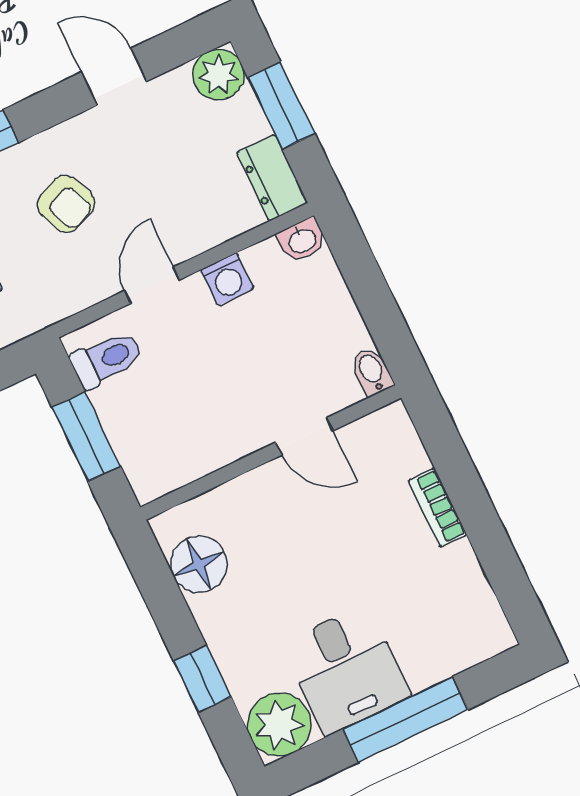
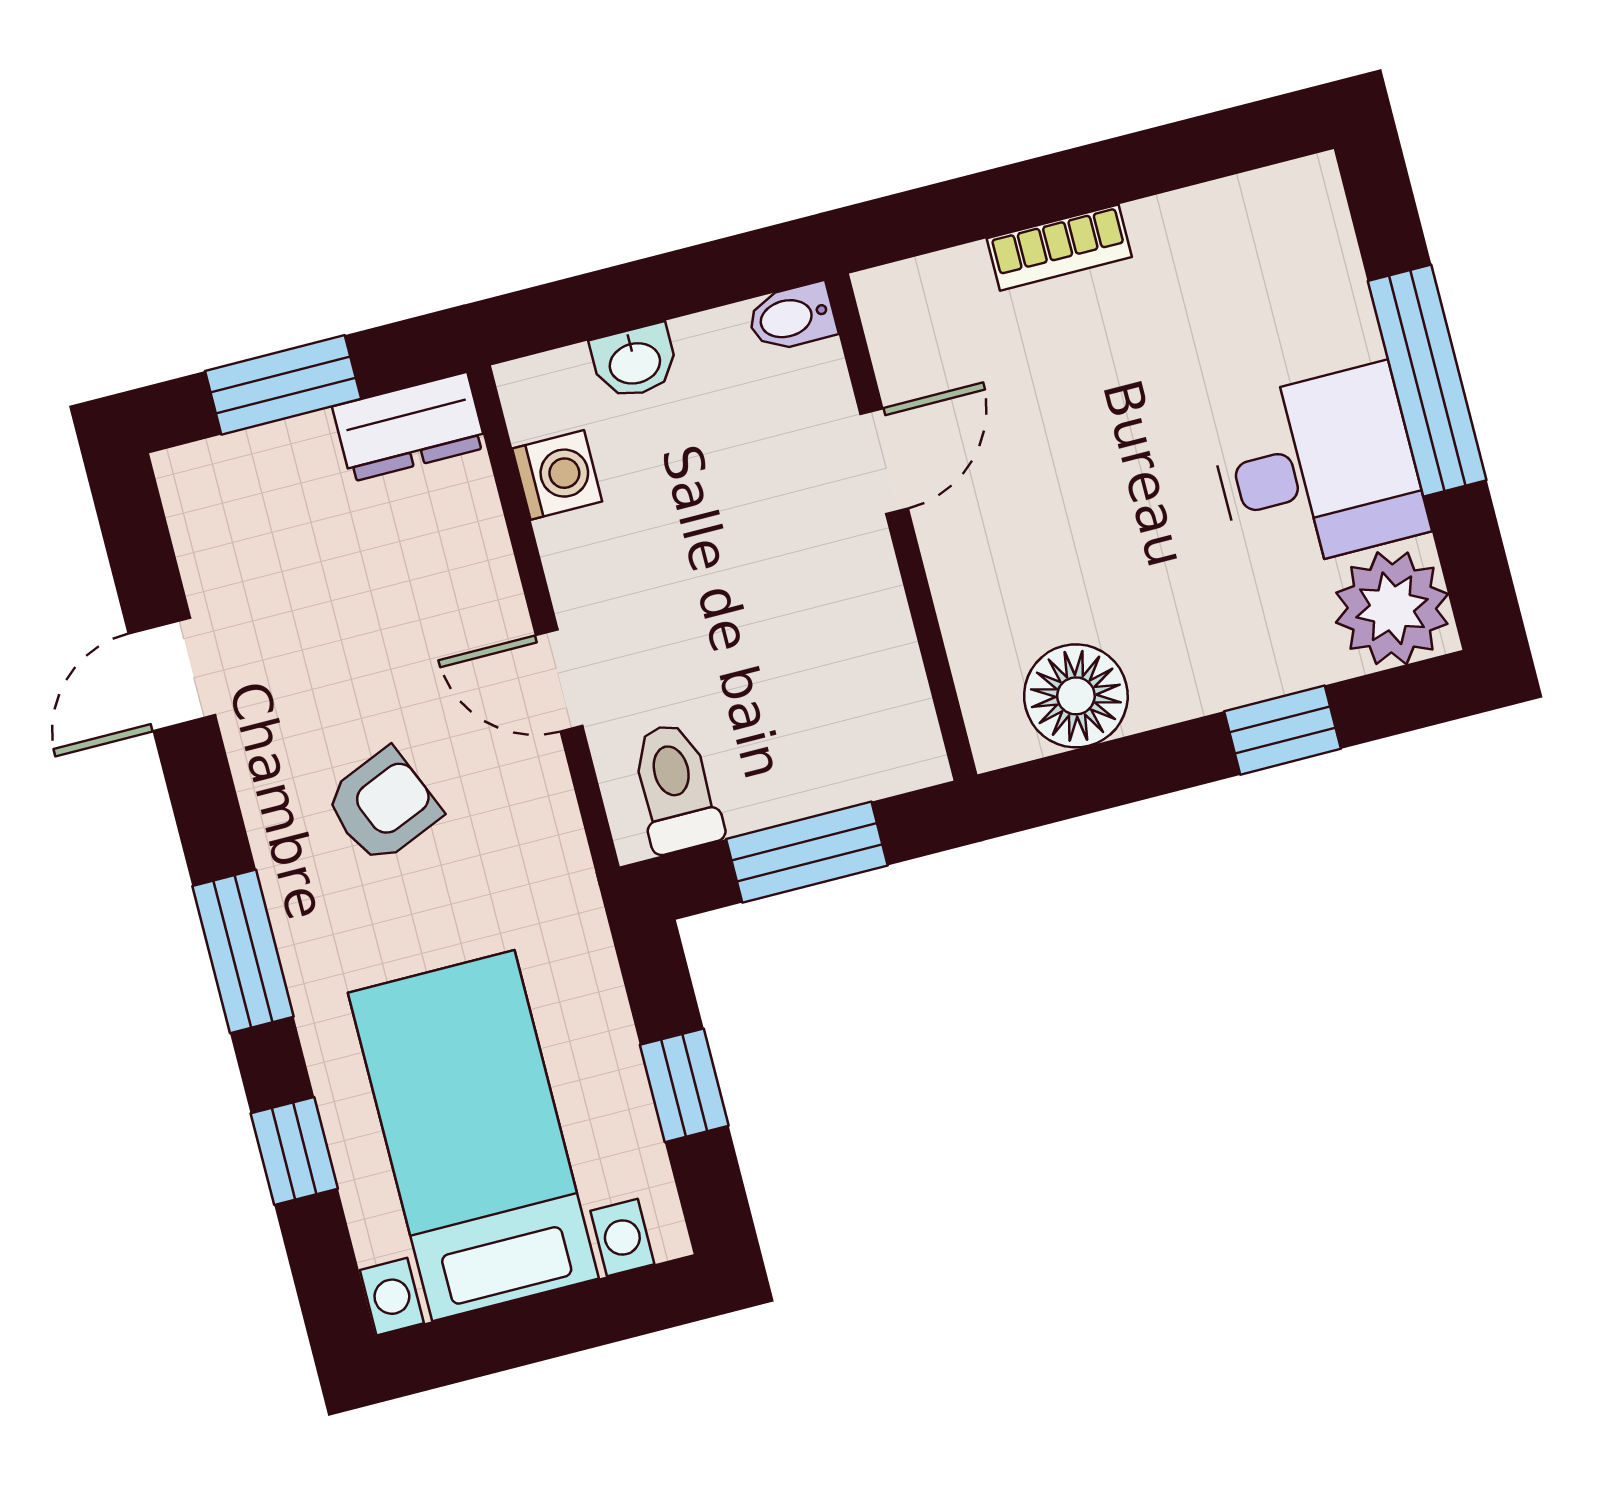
plant: (219, 75) -> (205, 487), removed
washbasin: (302, 240) -> (634, 362), moved, turned 90
washing machine: (227, 279) -> (557, 475), moved

